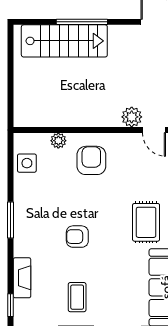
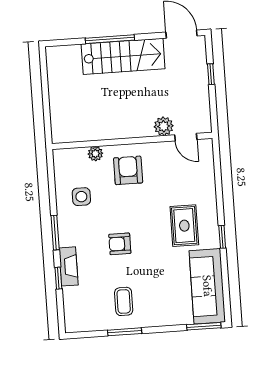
stairs: (64, 41) -> (123, 56), moved
side table: (27, 163) -> (81, 197), moved
fireplace: (22, 278) -> (68, 266), moved
window: (11, 305) -> (58, 278), moved

